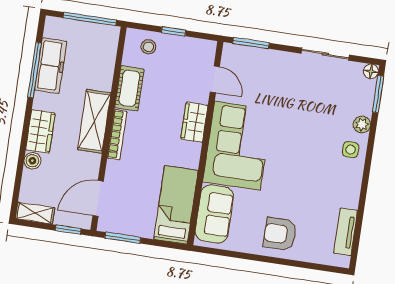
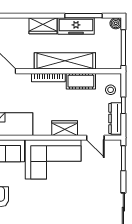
dresser: (191, 46) -> (115, 118), added
freezer: (51, 66) -> (76, 26), moved
door: (215, 79) -> (95, 138), hinge flipped
shelving: (94, 121) -> (65, 61), width x1.47
boiler: (32, 161) -> (116, 23), moved

